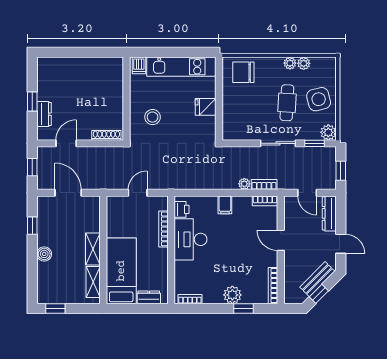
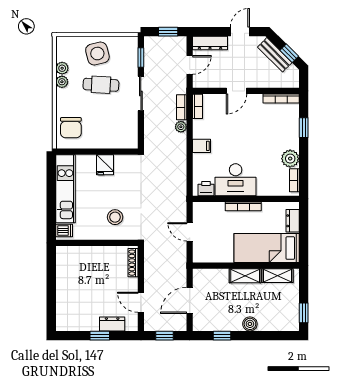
plant: (328, 132) -> (130, 44), removed
bookcase: (163, 229) -> (243, 206), moved
plant: (232, 295) -> (290, 159), moved

